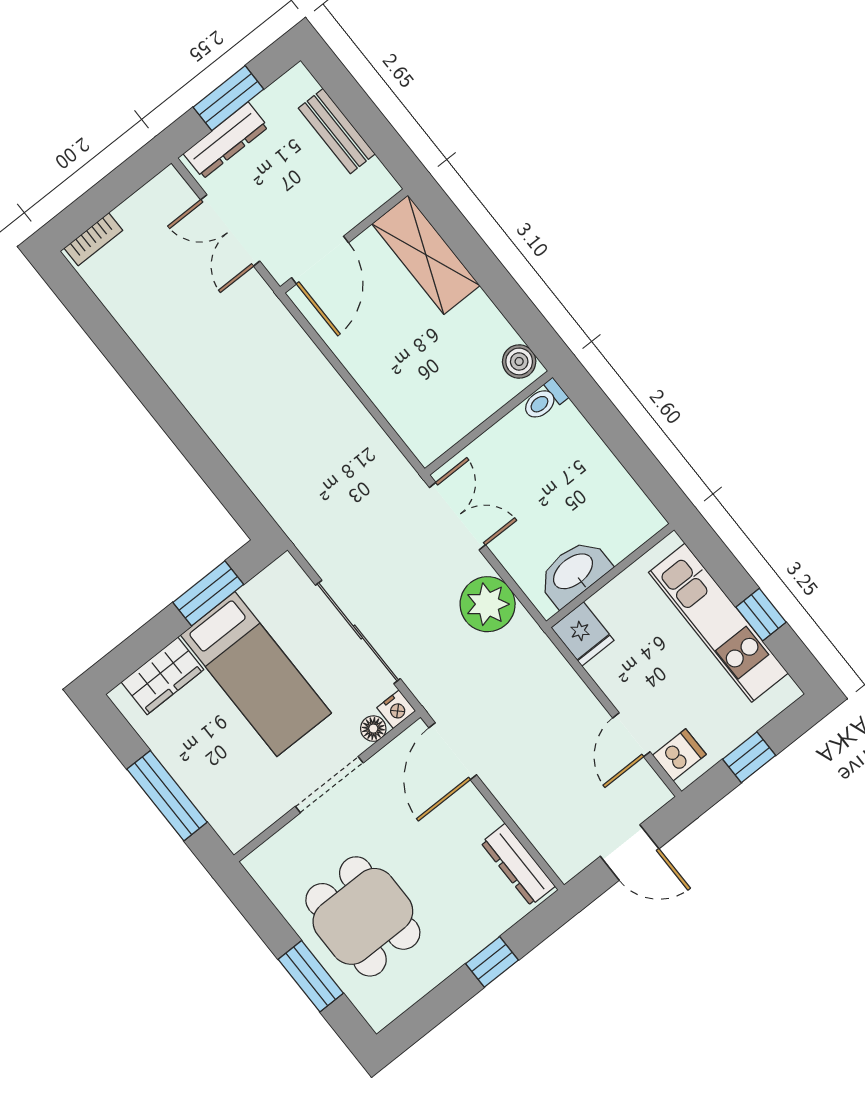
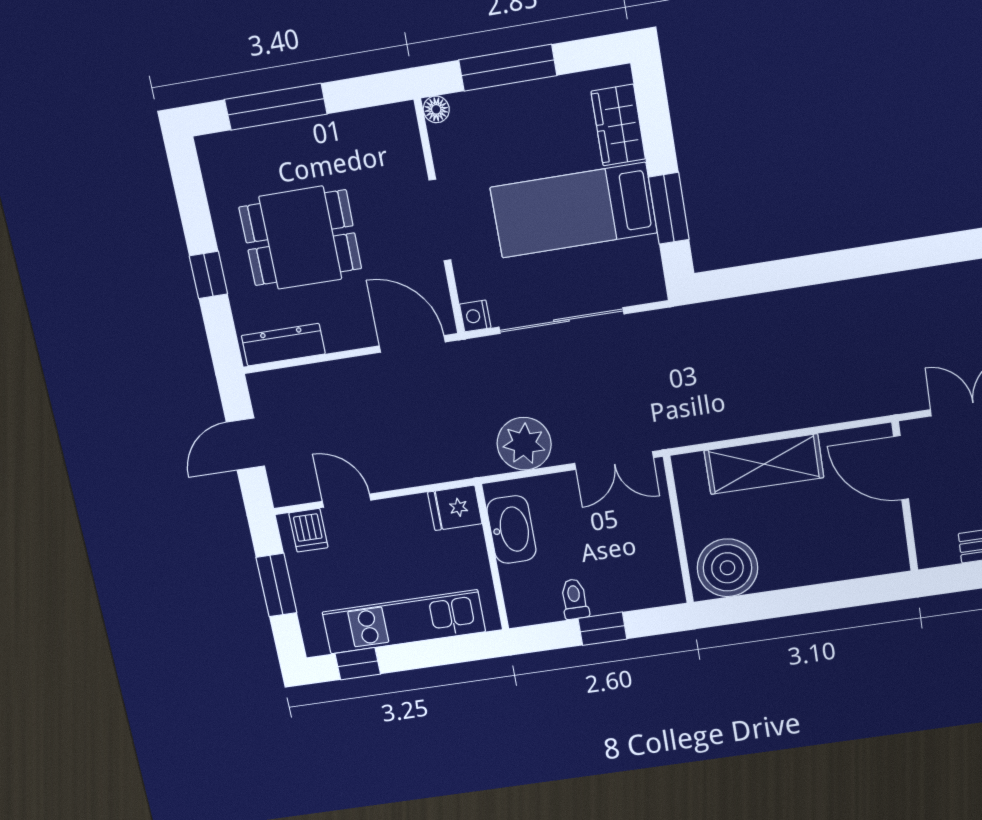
shelving: (426, 255) -> (764, 464), moved
boiler: (519, 361) -> (727, 568), width x1.86, depth x1.86
toilet: (544, 400) -> (575, 599), moved
window: (621, 439) -> (602, 629), added
window: (761, 615) -> (358, 664), moved
floor lamp: (373, 729) -> (436, 109), moved
window: (749, 757) -> (276, 585), width x1.50
dining table: (363, 916) -> (300, 238), moved
window: (311, 976) -> (276, 107), width x1.44

